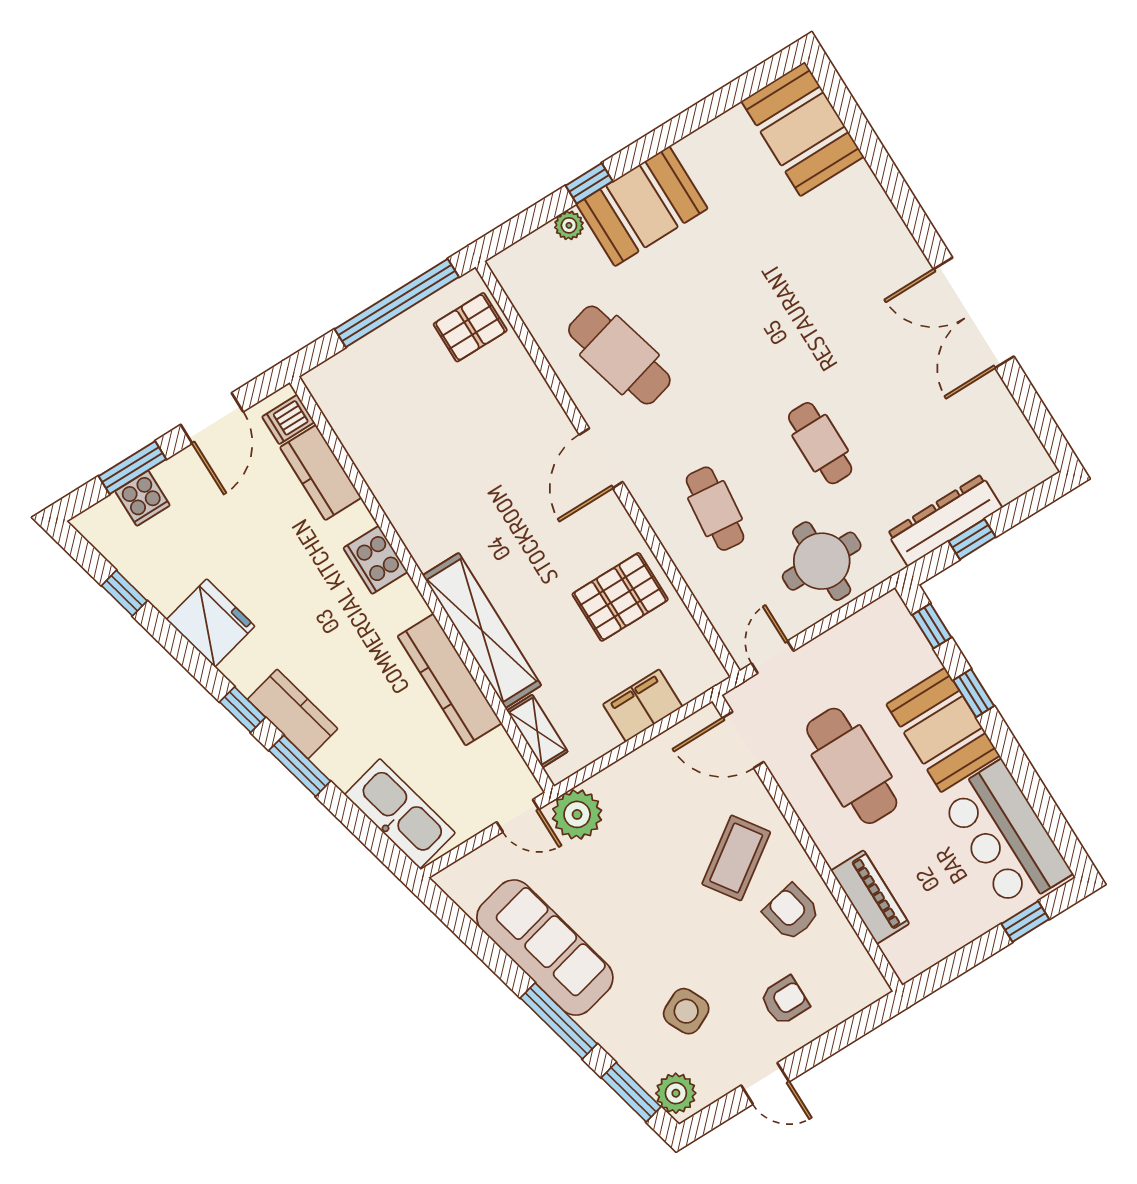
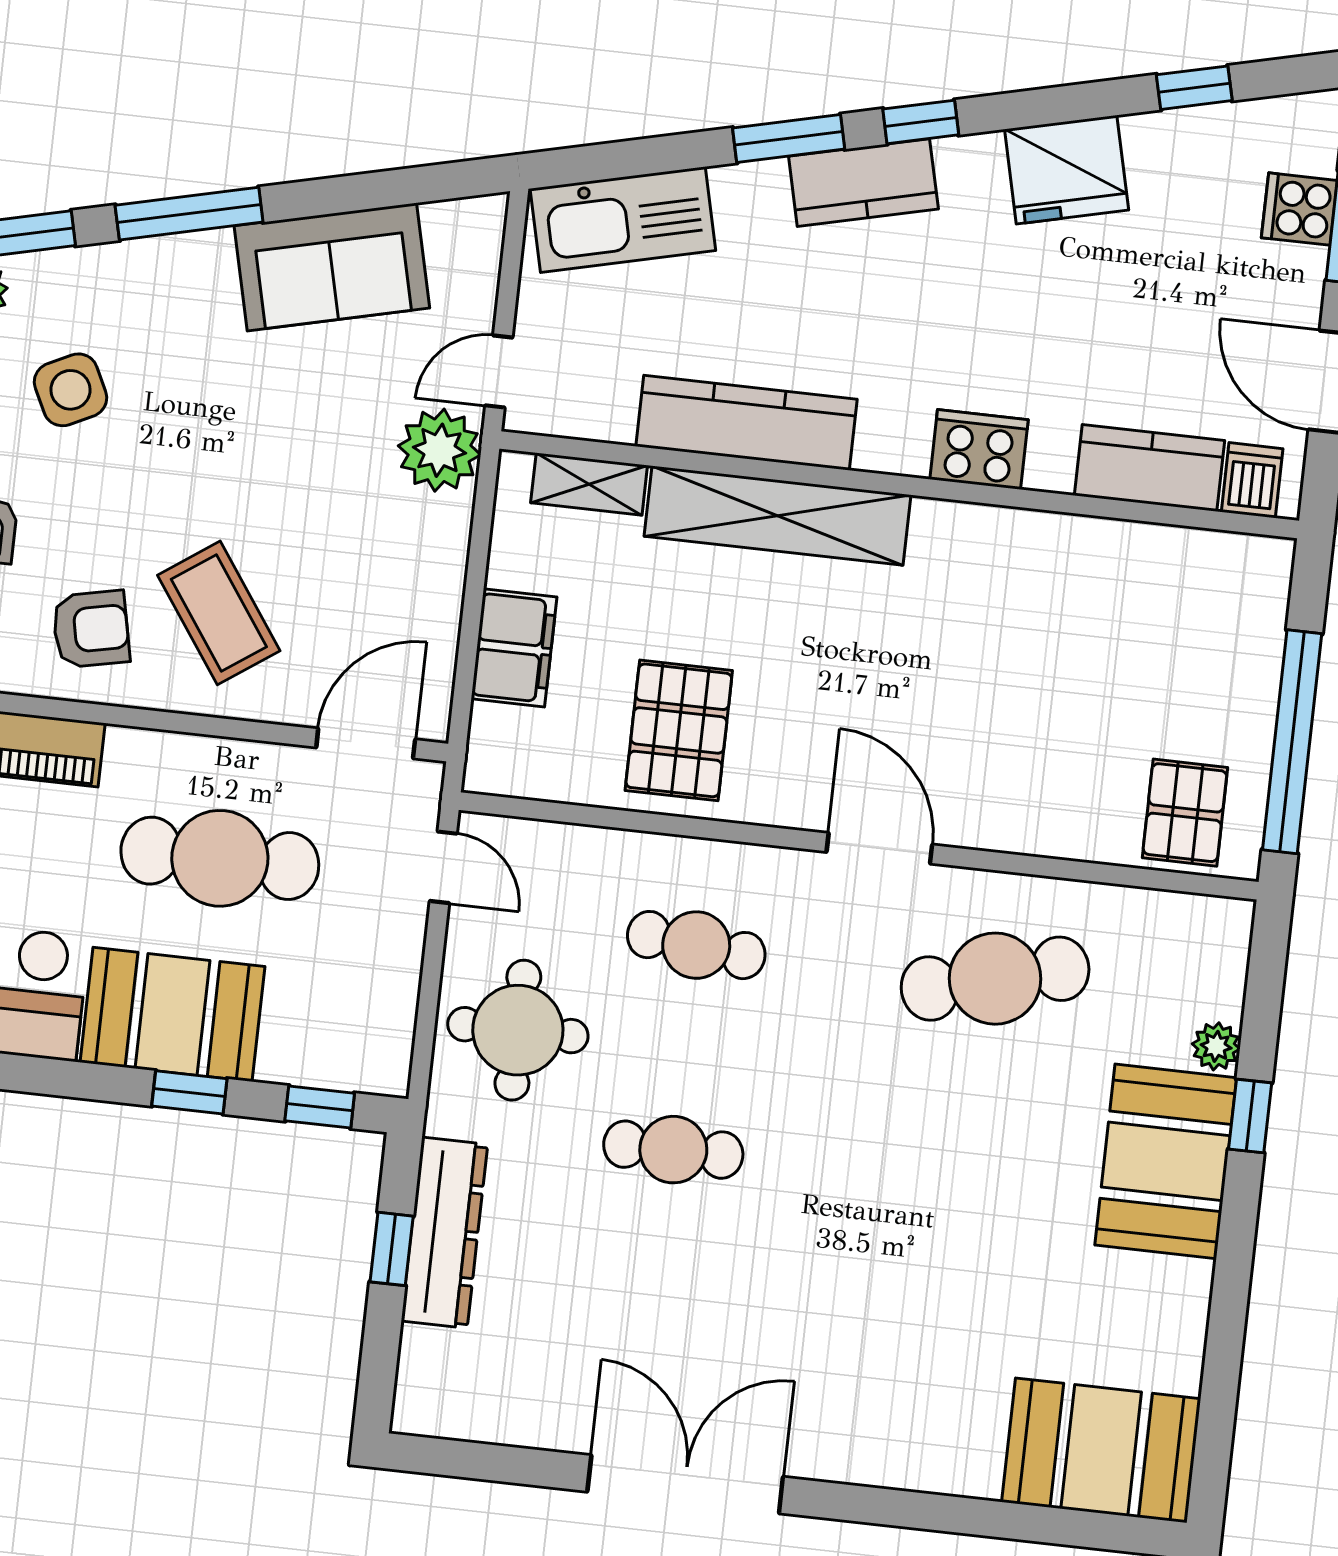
sofa: (545, 948) -> (332, 267), width x0.73

